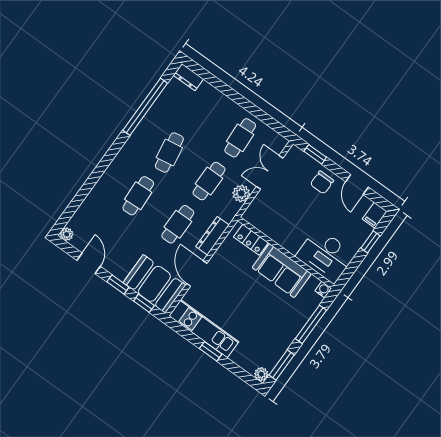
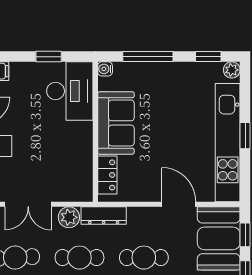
dresser: (212, 236) -> (104, 216), moved
window: (370, 242) -> (49, 57), moved
door: (197, 274) -> (179, 204), swing flipped
kitchen unit: (204, 329) -> (228, 143), width x1.36
window: (282, 365) -> (208, 57), width x0.67

